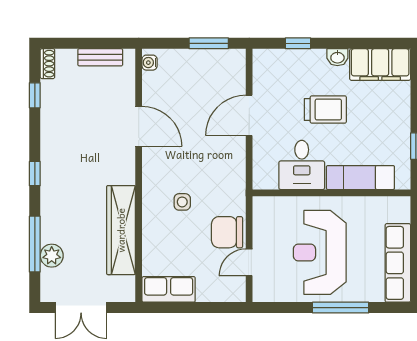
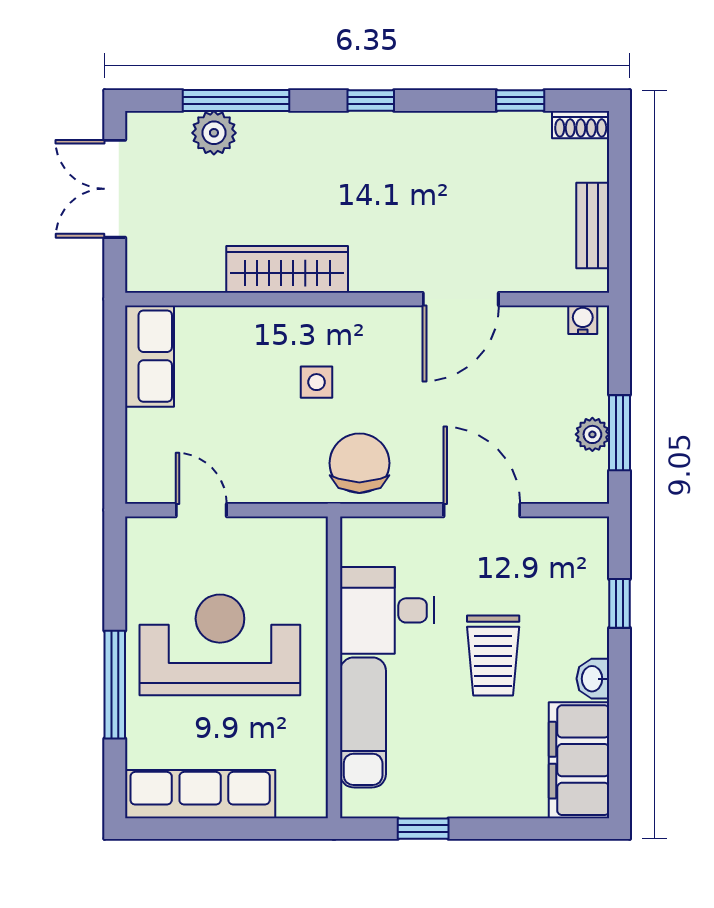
plant: (210, 58) -> (592, 434), added
wardrobe: (121, 230) -> (287, 269), width x0.71, depth x0.85
chair: (227, 232) -> (359, 463), moved

